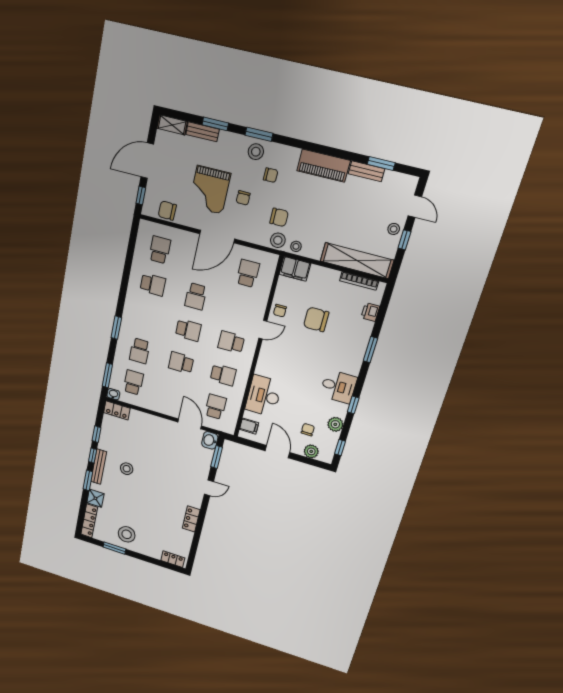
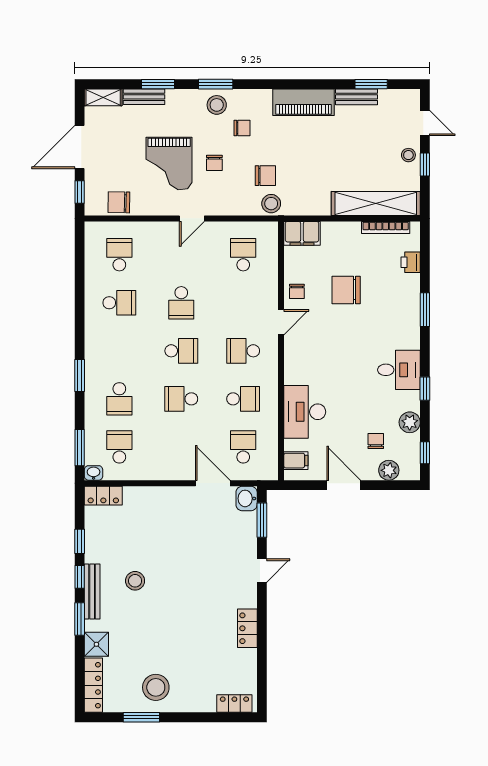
door: (217, 236) -> (192, 218), width x0.53
stool: (296, 246) -> (296, 205), removed

